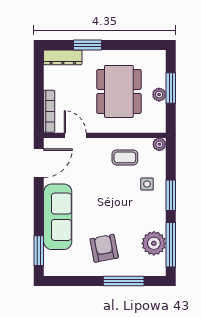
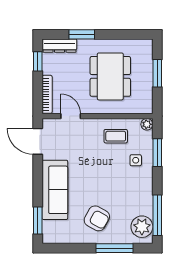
window: (39, 75) -> (38, 61), added
plant: (159, 95) -> (147, 79), removed
door: (39, 163) -> (38, 141), swing flipped
window: (171, 195) -> (157, 153), moved
plant: (154, 243) -> (142, 227), moved
armchair: (104, 248) -> (97, 218), turned 130

